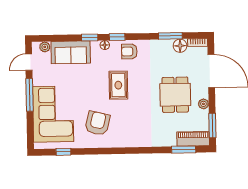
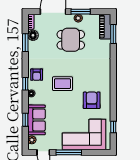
window: (90, 37) -> (25, 120), moved
armchair: (97, 123) -> (92, 100), turned 76
window: (212, 126) -> (81, 12), moved

